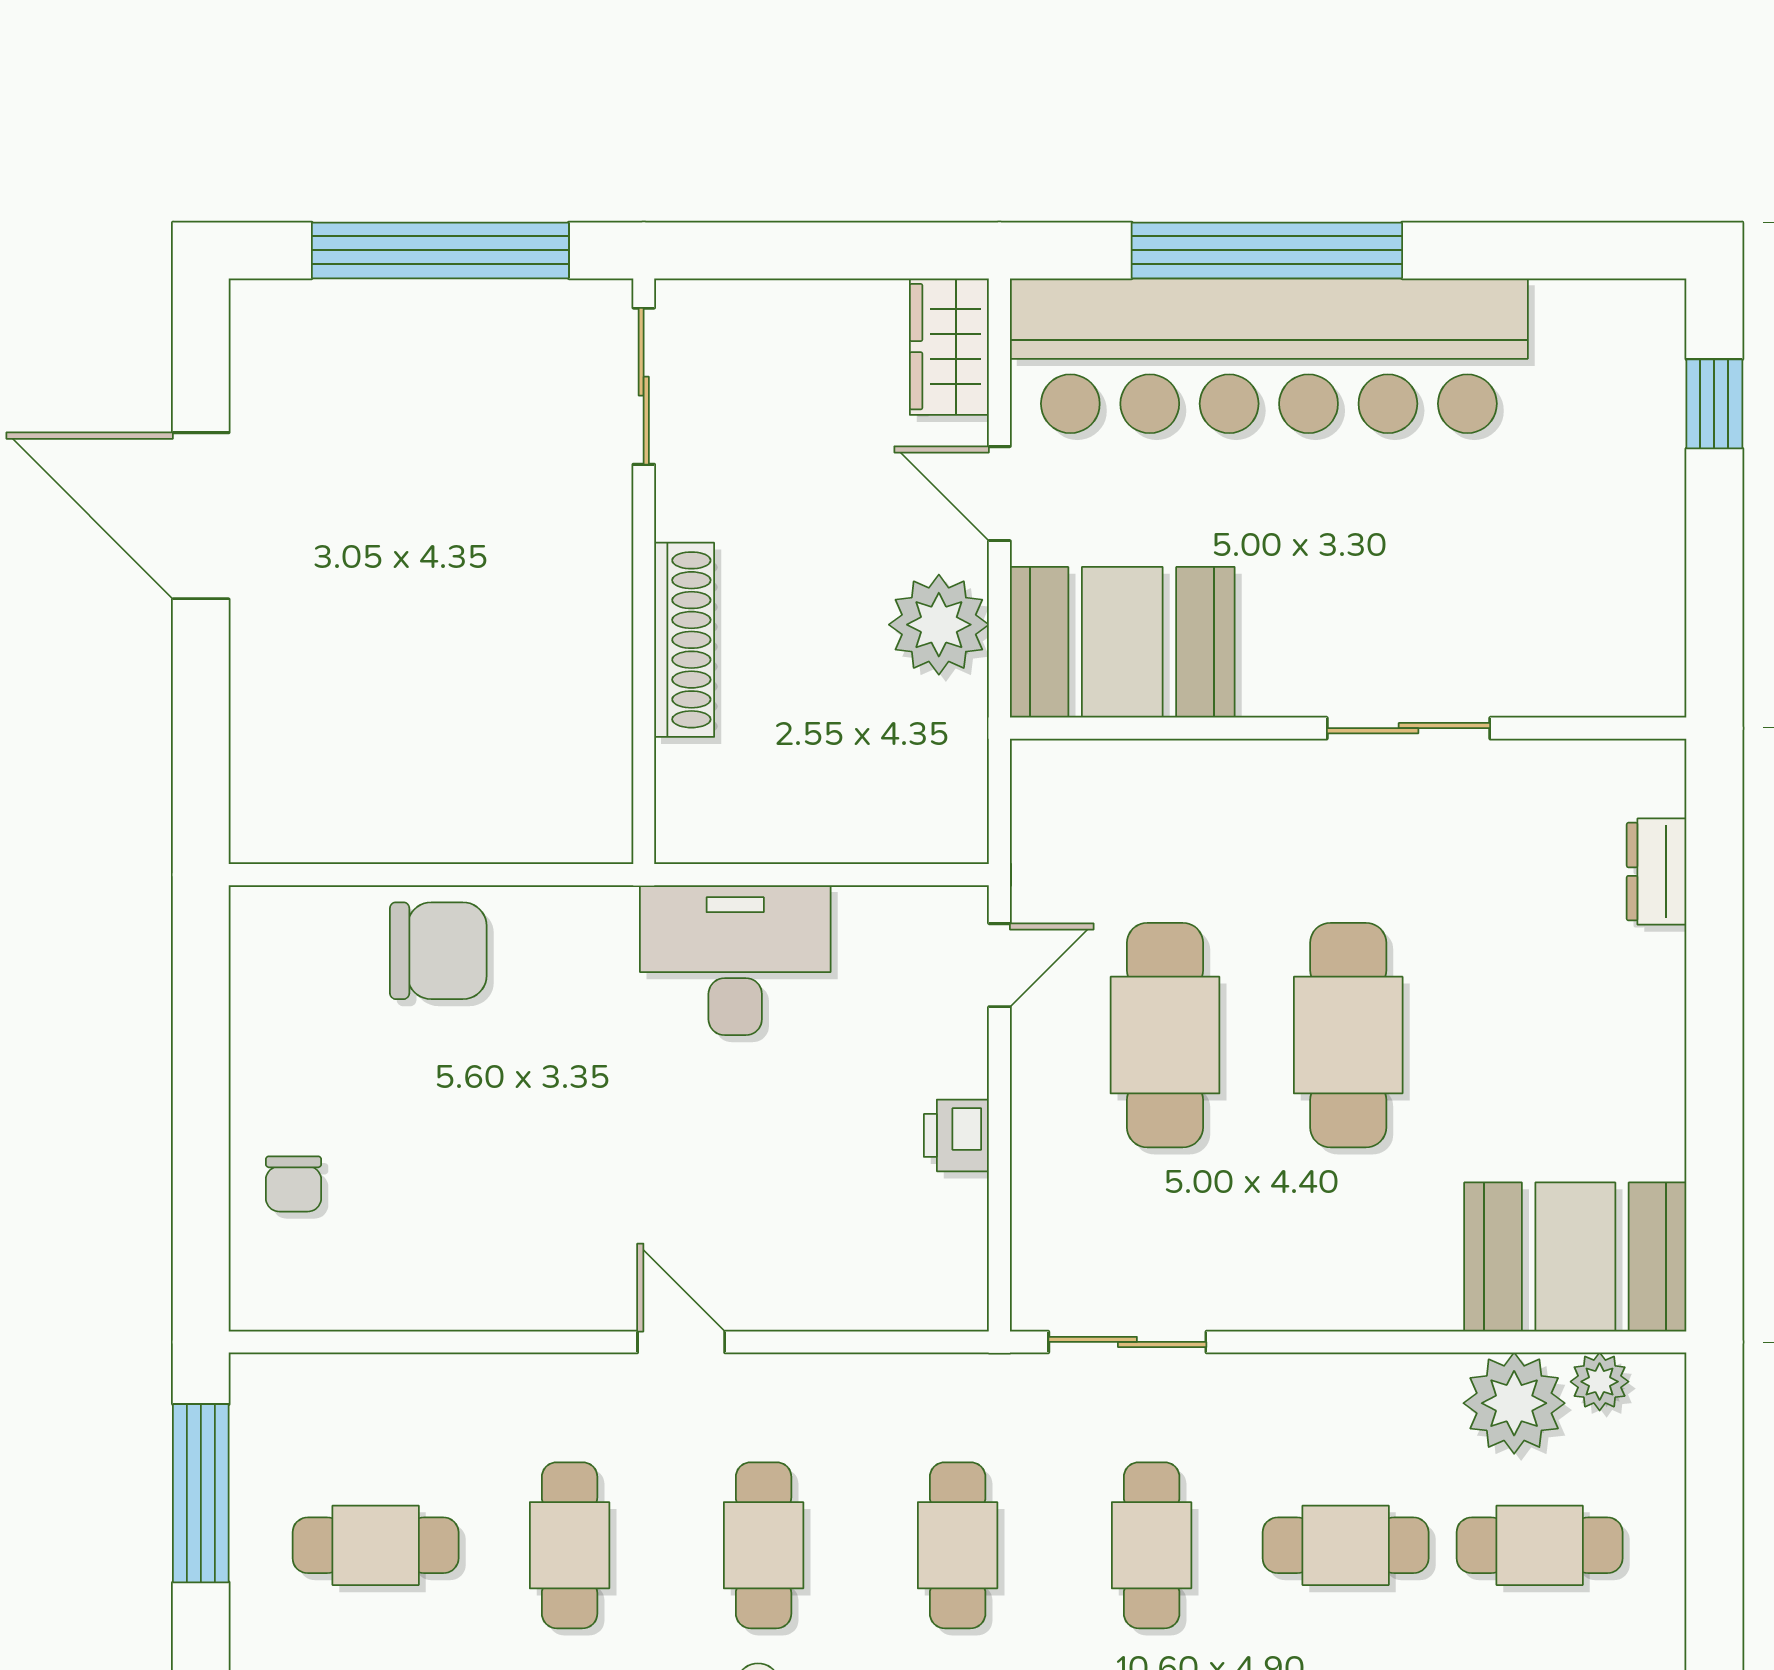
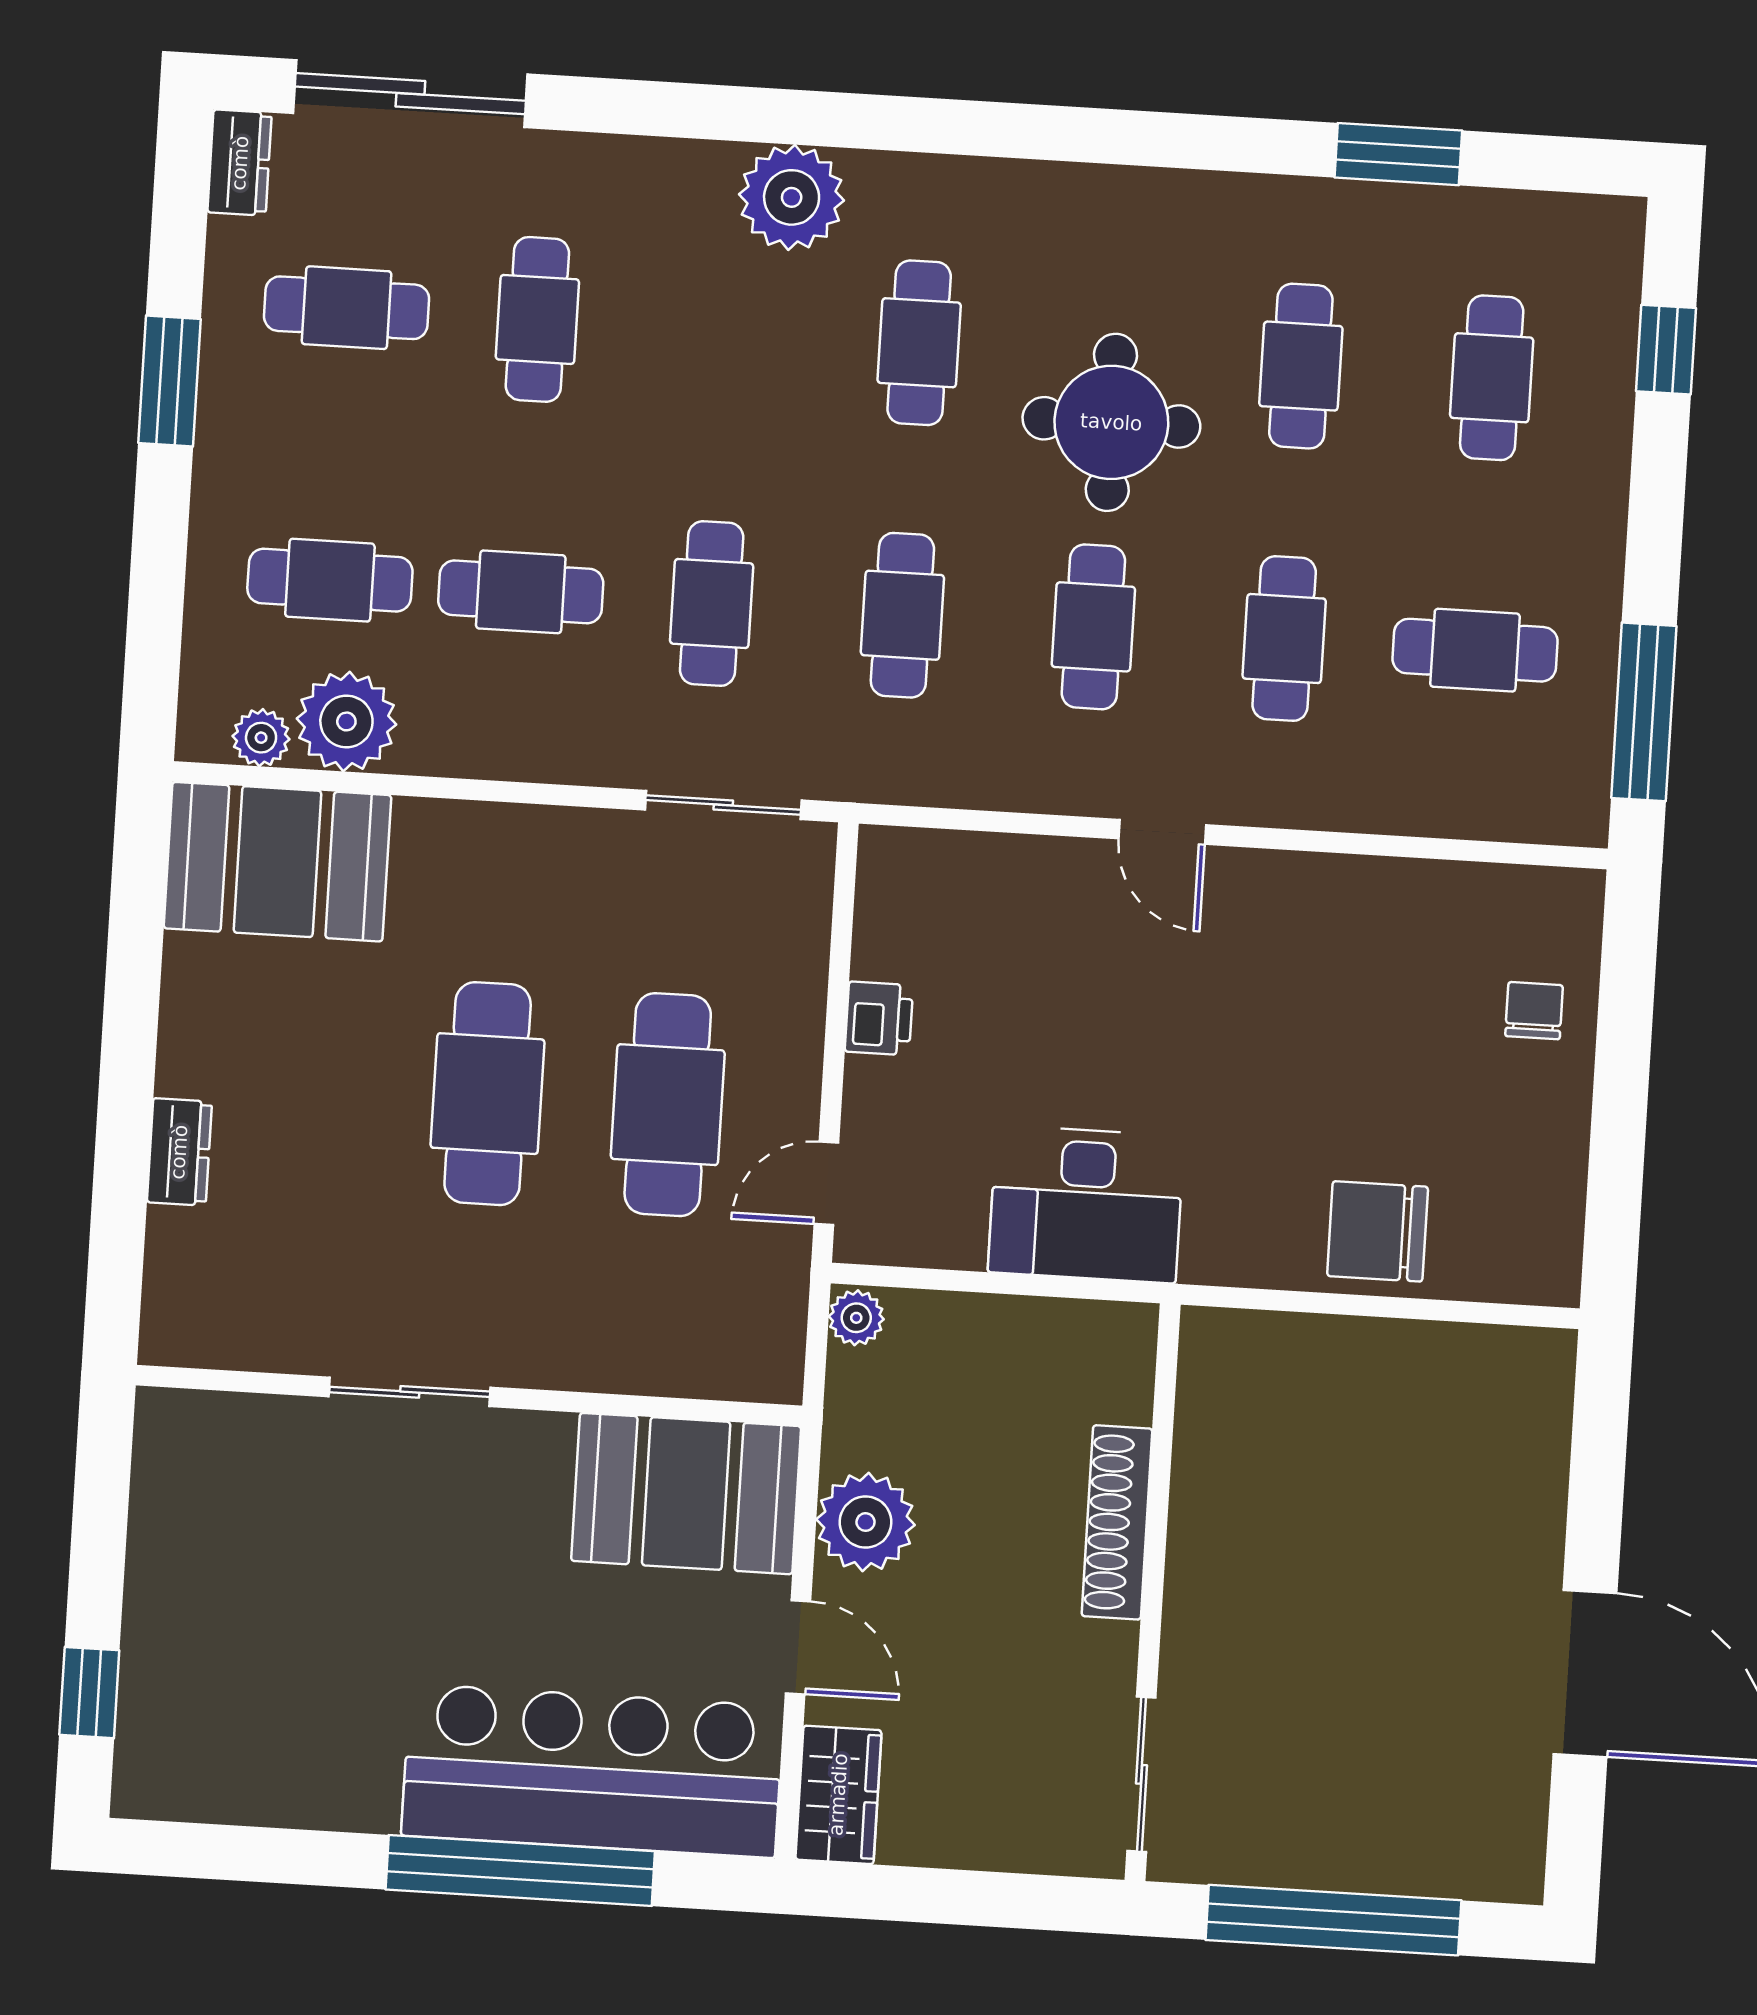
bar counter: (1269, 356) -> (593, 1771), width x0.73
plant: (961, 831) -> (856, 1318), added
dresser: (1657, 872) -> (179, 1152), moved

